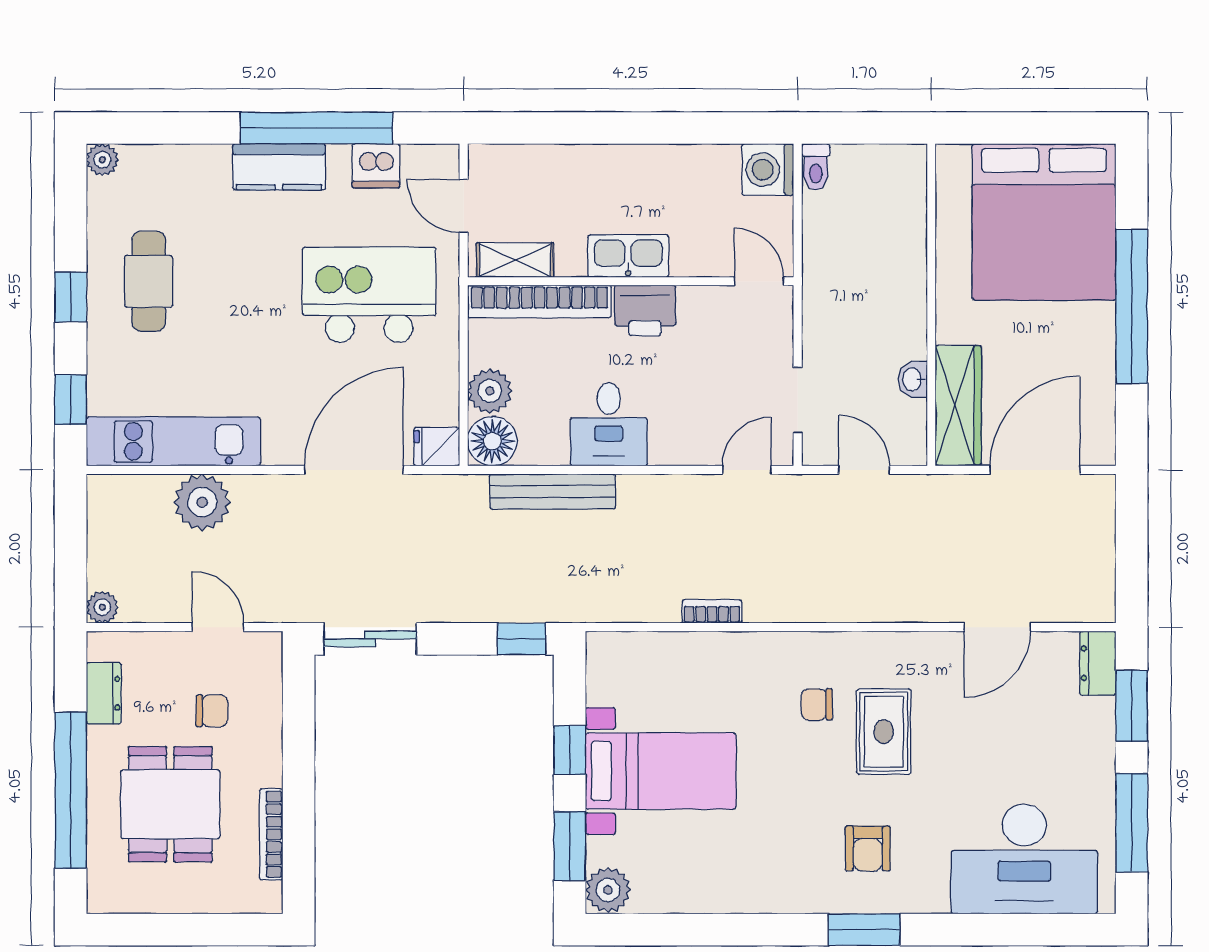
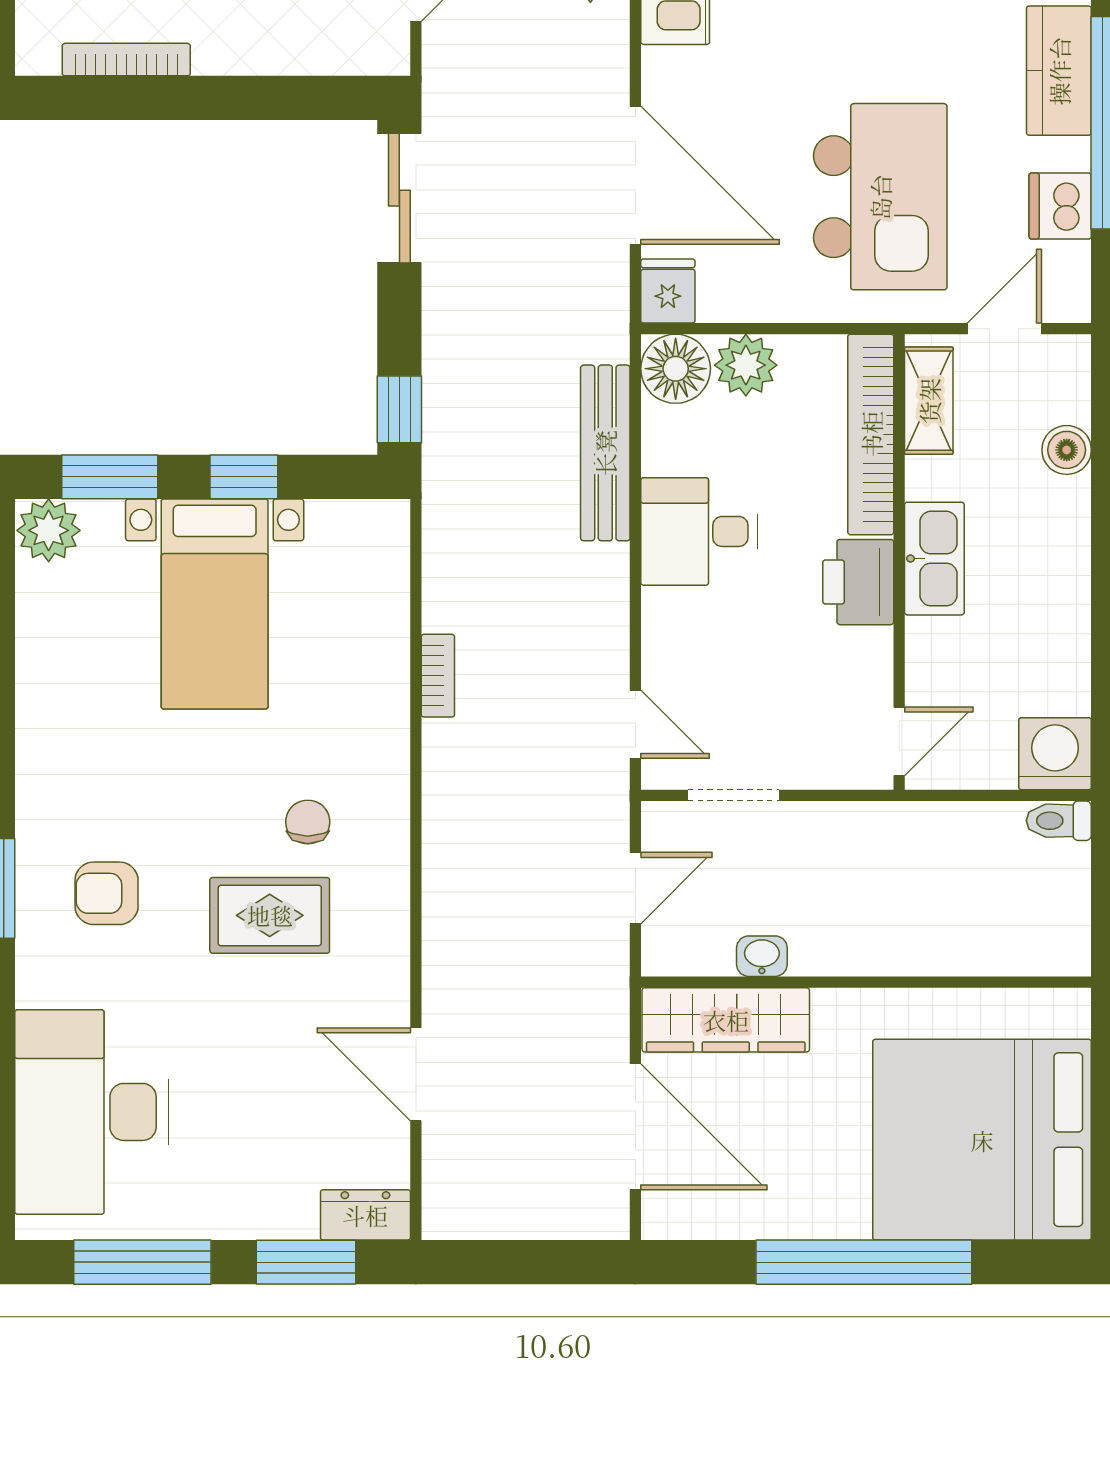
boiler: (550, 161) -> (1067, 450), added

